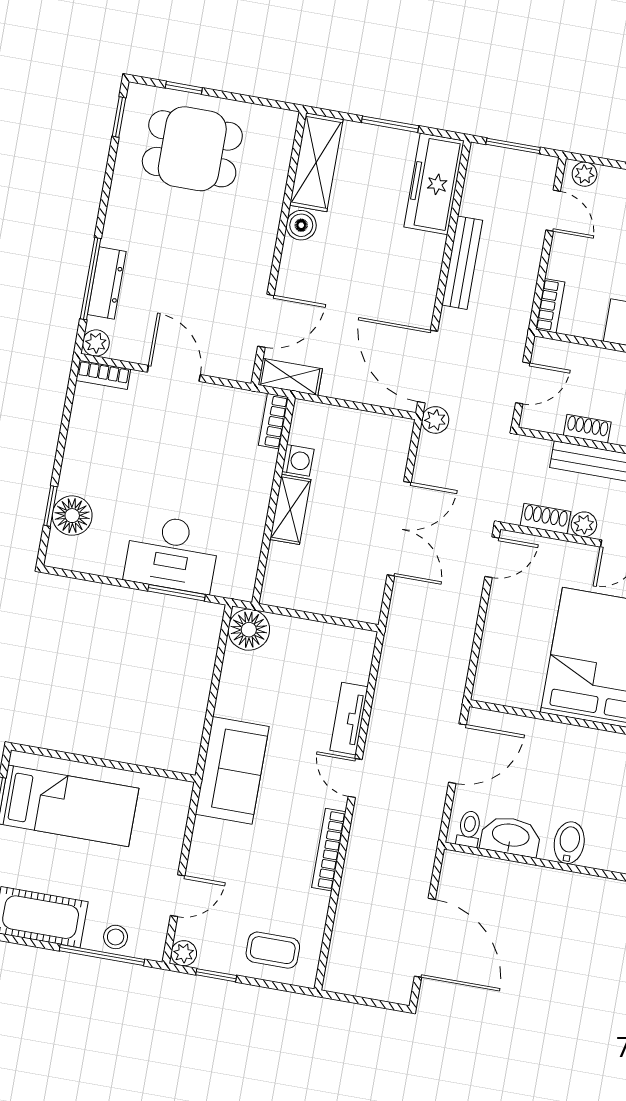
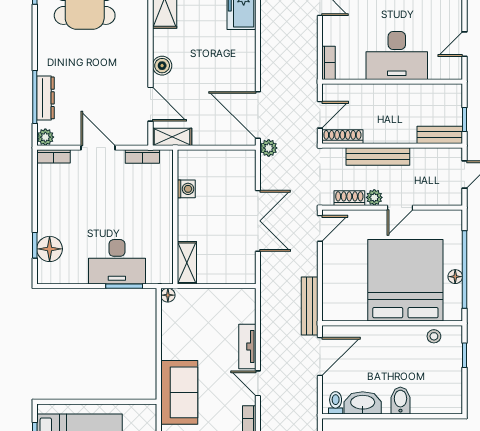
boiler: (301, 225) -> (162, 66), moved
bench: (462, 263) -> (310, 306), moved
door: (266, 321) -> (150, 104), hinge flipped
bookcase: (273, 421) -> (142, 157), moved, turned -90
shoe rack: (587, 429) -> (342, 137), moved, width x1.43
shelving: (290, 509) -> (187, 263), moved
floor lamp: (249, 630) -> (168, 295), width x0.53, depth x0.53

